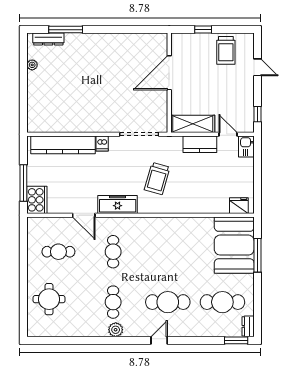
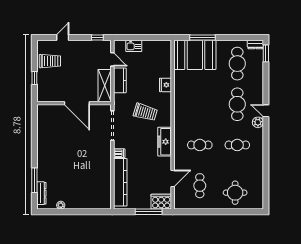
door: (169, 73) -> (77, 103), moved
door: (228, 134) -> (112, 59), swing flipped
kitchen sink: (246, 147) -> (134, 46), moved
fridge: (239, 206) -> (165, 85), moved
door: (84, 215) -> (173, 178), moved
plant: (116, 330) -> (258, 122), moved

